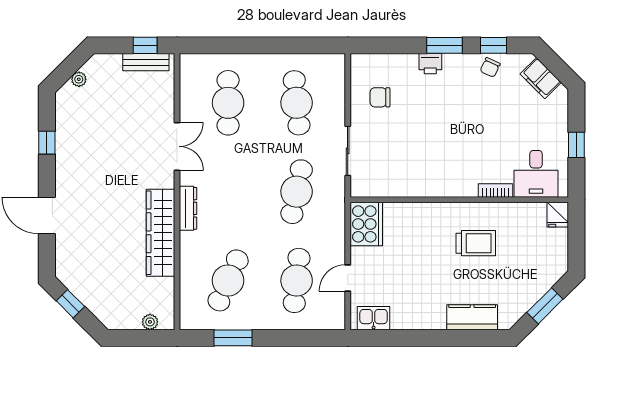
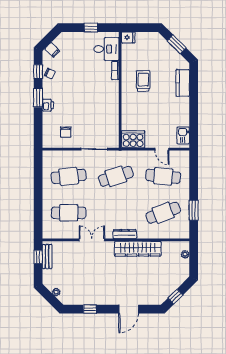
filing cabinet: (541, 78) -> (52, 50), width x0.50
cafe table: (297, 192) -> (116, 176), turned -30
cafe table: (228, 280) -> (163, 213), turned -45

